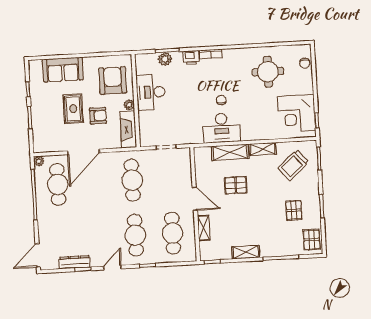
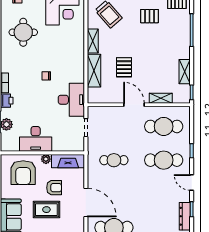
armchair: (113, 81) -> (23, 173), turned -90
armchair: (98, 116) -> (54, 188), turned 90
desk: (222, 128) -> (71, 100), moved
cafe table: (132, 180) -> (114, 160), width x0.73, depth x0.74
door: (195, 199) -> (134, 105), hinge flipped
shelving: (246, 252) -> (185, 72), moved

